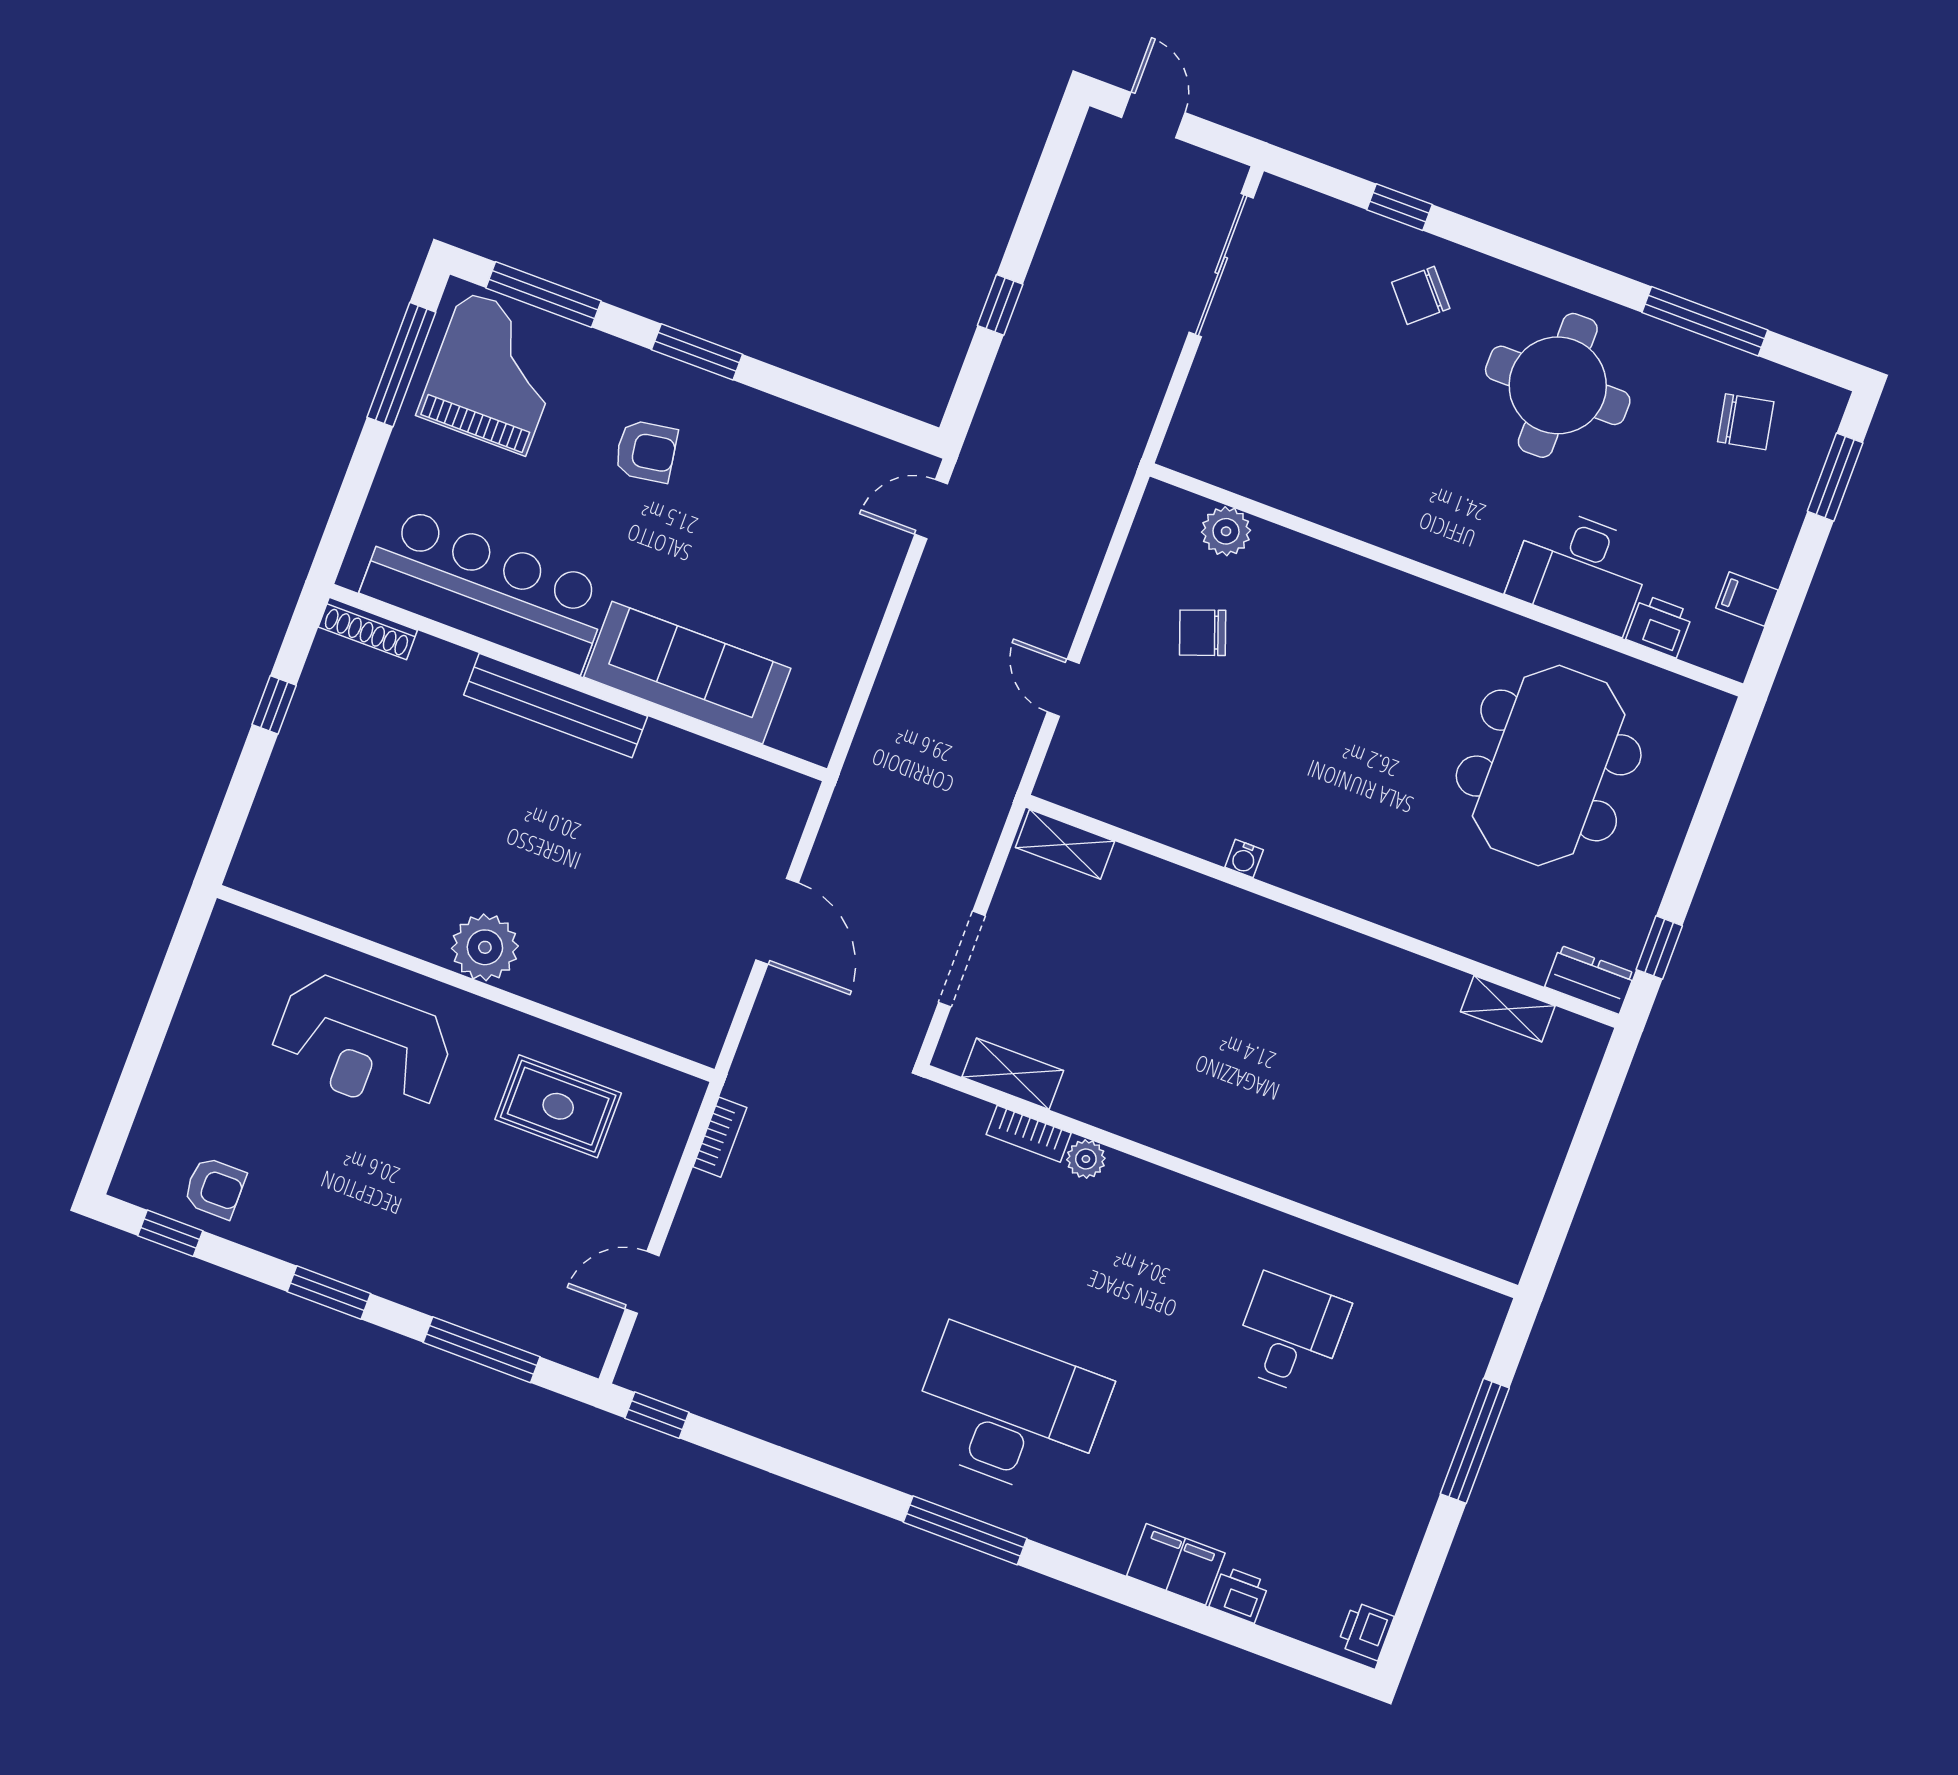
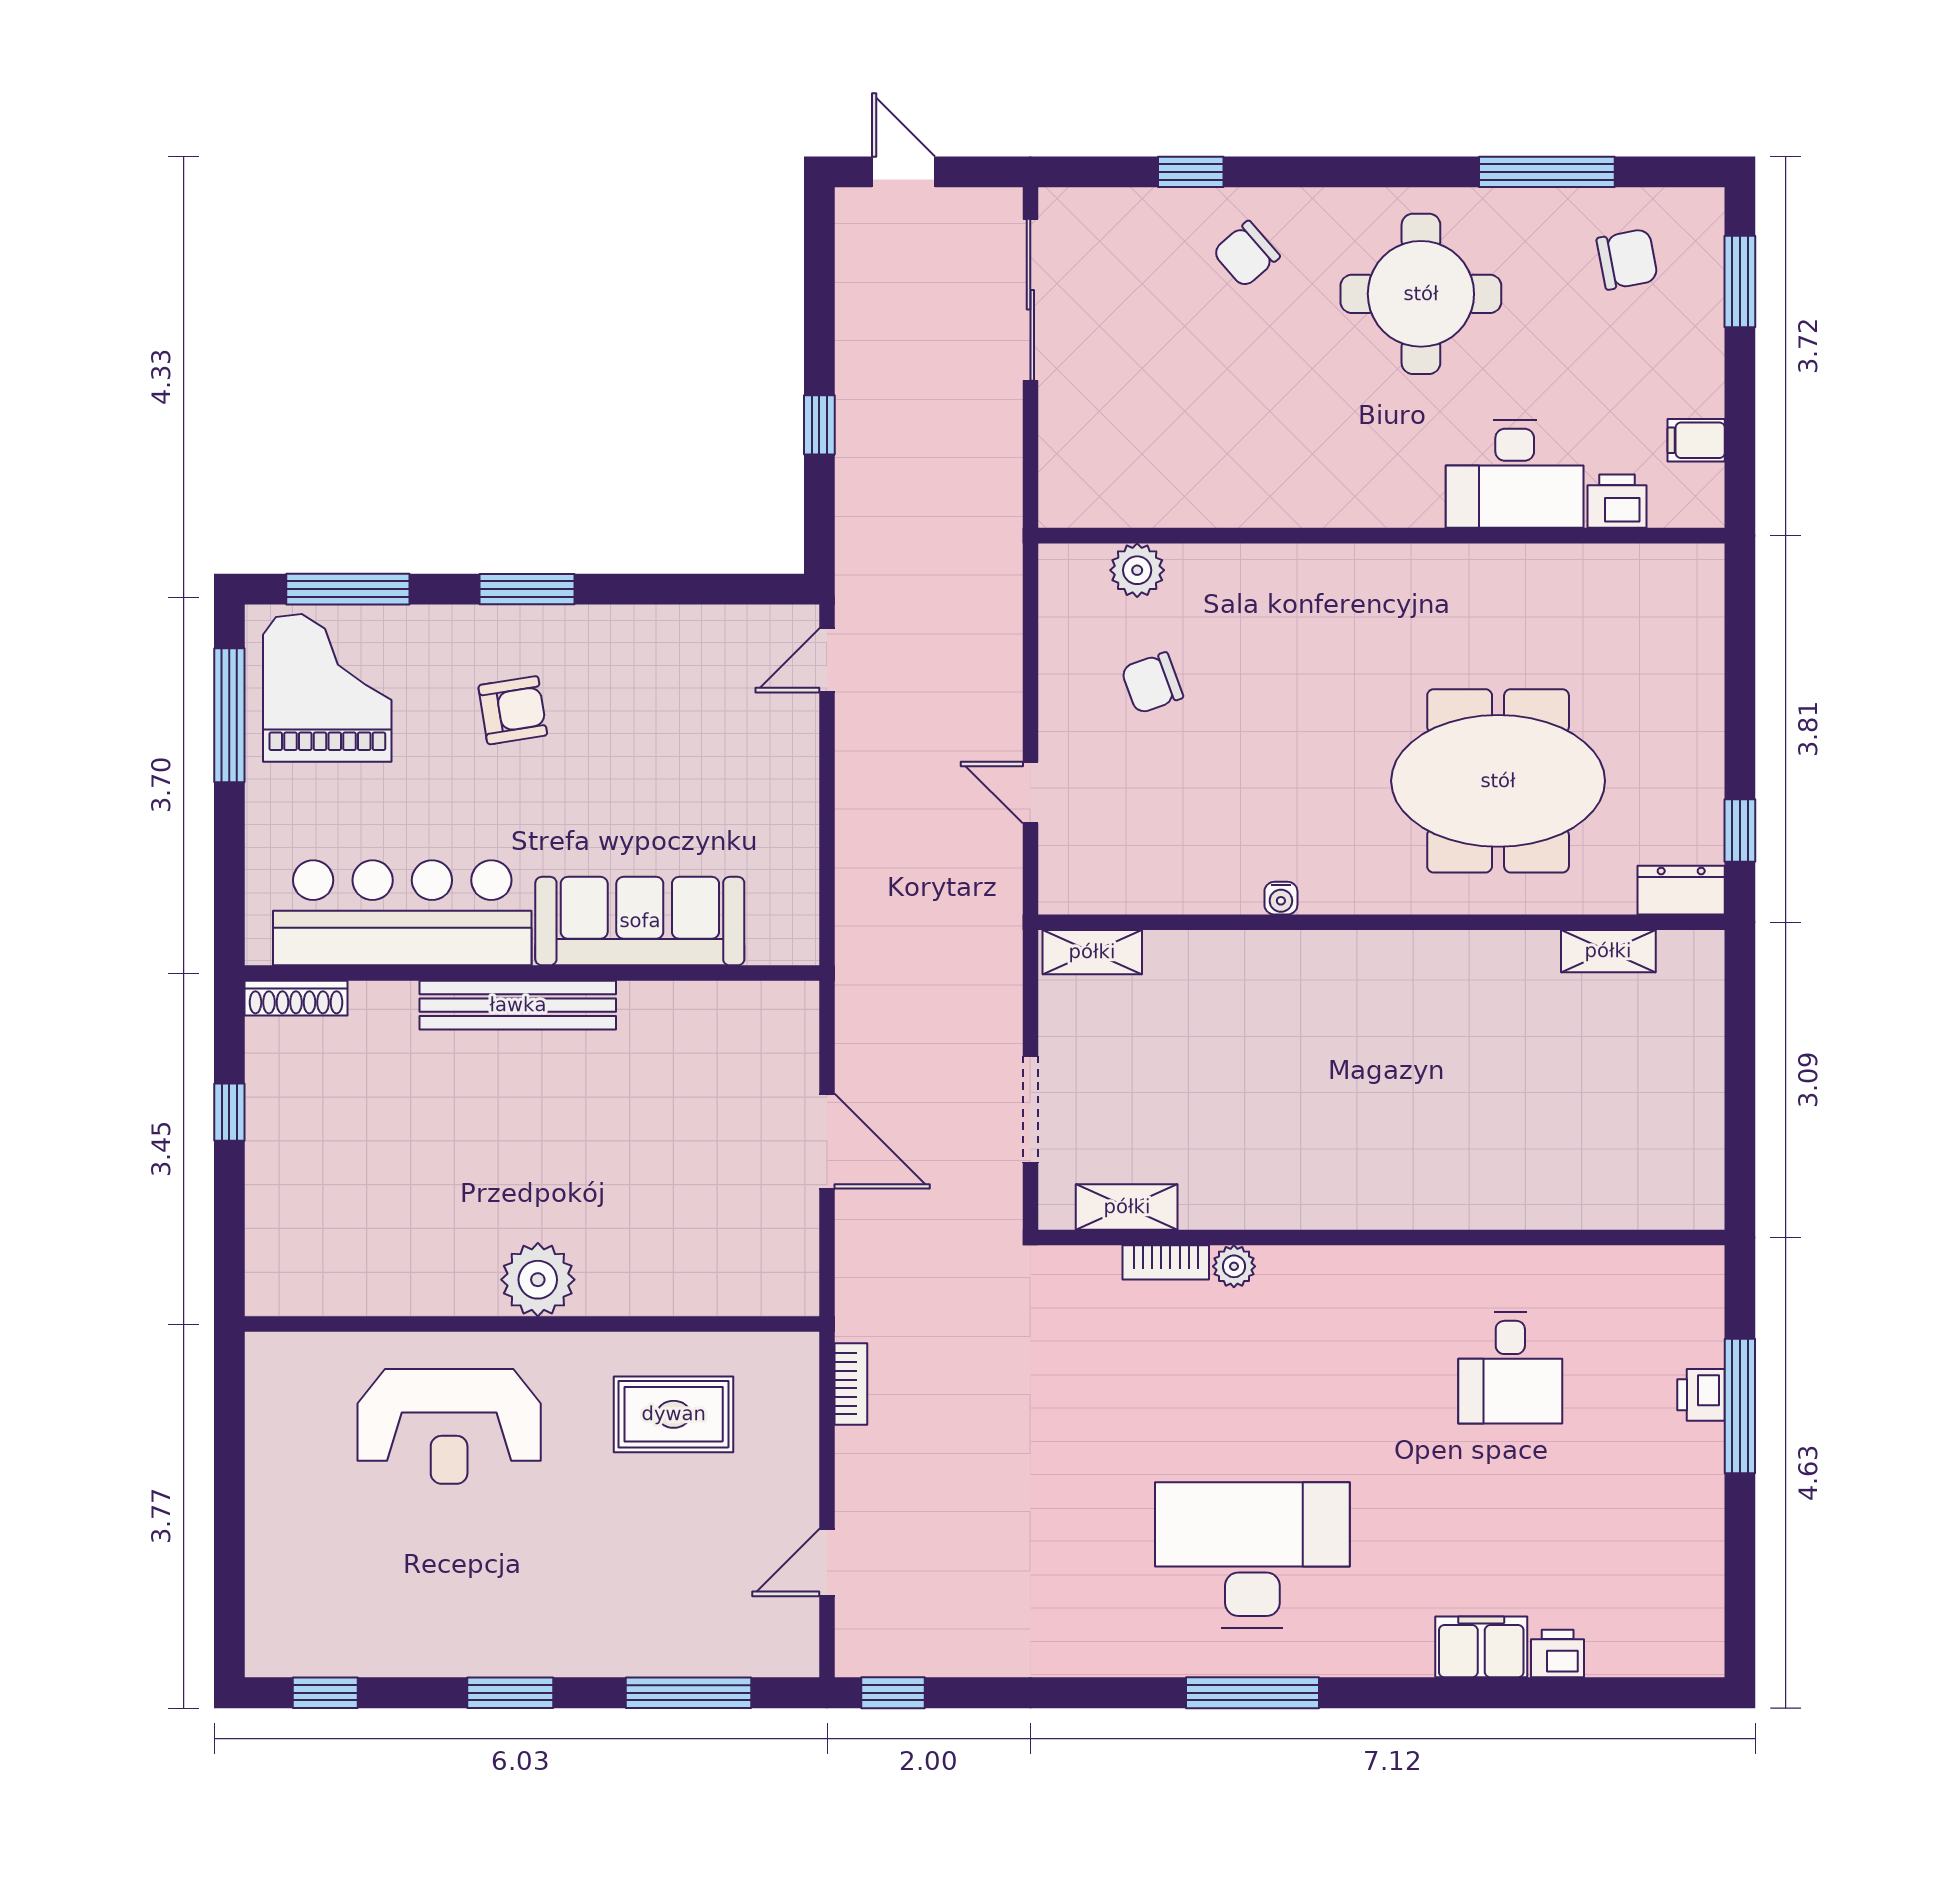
meeting table: (1549, 765) -> (1498, 781), moved, turned 90
armchair: (215, 1188) -> (353, 1629), removed
desk: (1290, 1334) -> (1510, 1368), turned 180
printer: (1366, 1631) -> (1701, 1395), moved

